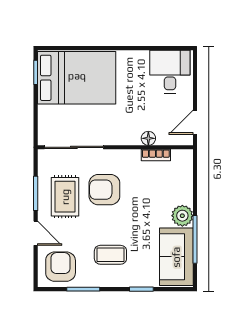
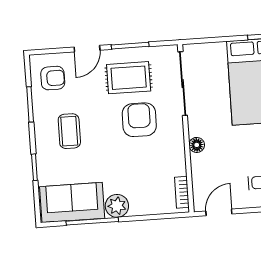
door: (195, 122) -> (219, 212), hinge flipped
floor lamp: (148, 138) -> (197, 145), moved
bookcase: (156, 155) -> (182, 192), moved
armchair: (61, 267) -> (53, 78), width x0.72, depth x0.72

